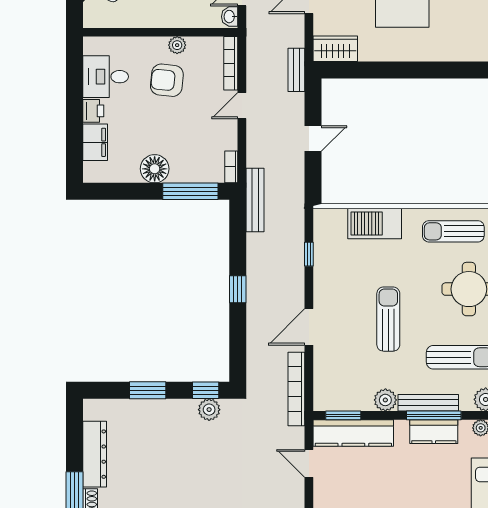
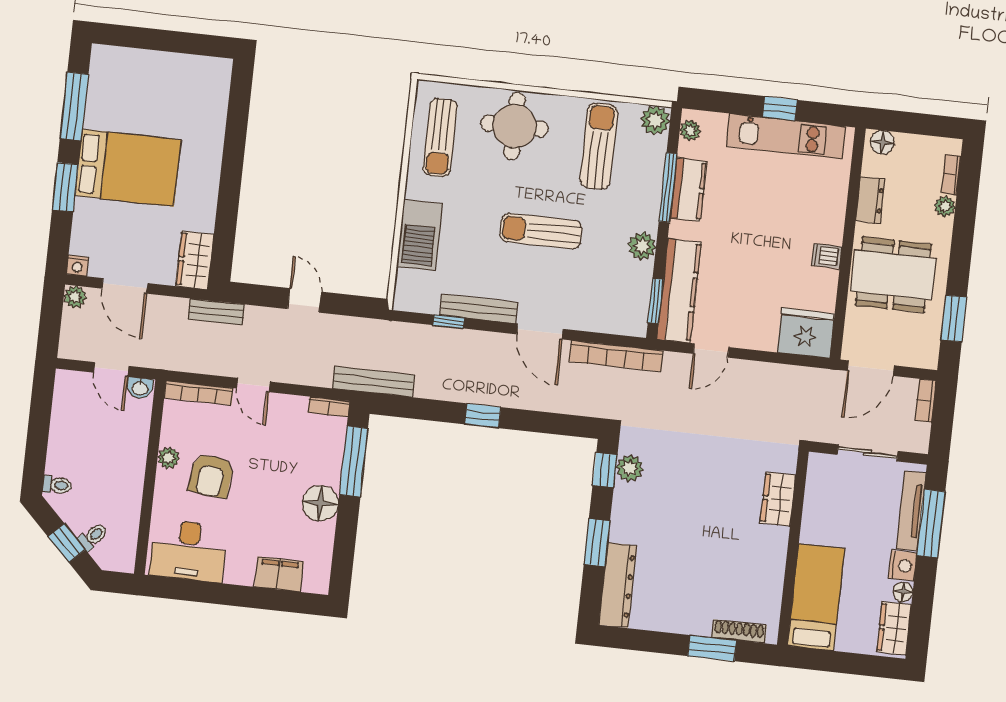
desk: (106, 77) -> (188, 551), width x1.37
printer: (93, 111) -> (239, 572), removed
bench: (428, 403) -> (479, 309), moved, turned 90
dresser: (95, 454) -> (618, 585), moved, turned 90

